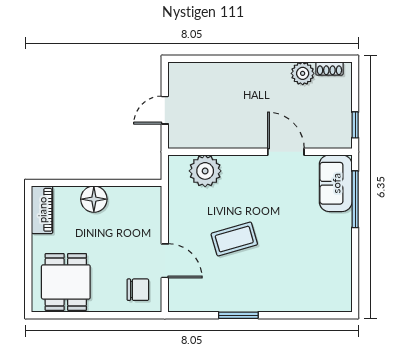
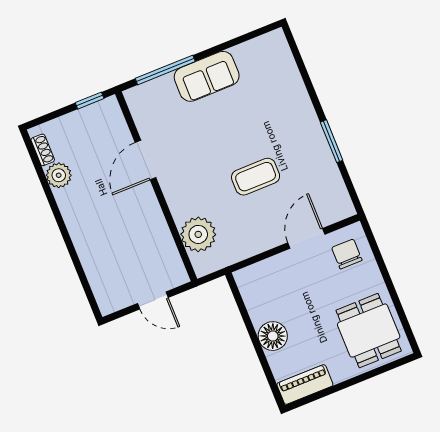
sofa: (336, 183) -> (207, 76), moved
coffee table: (234, 239) -> (256, 177), turned -74
dining table: (66, 282) -> (369, 331), turned 90

